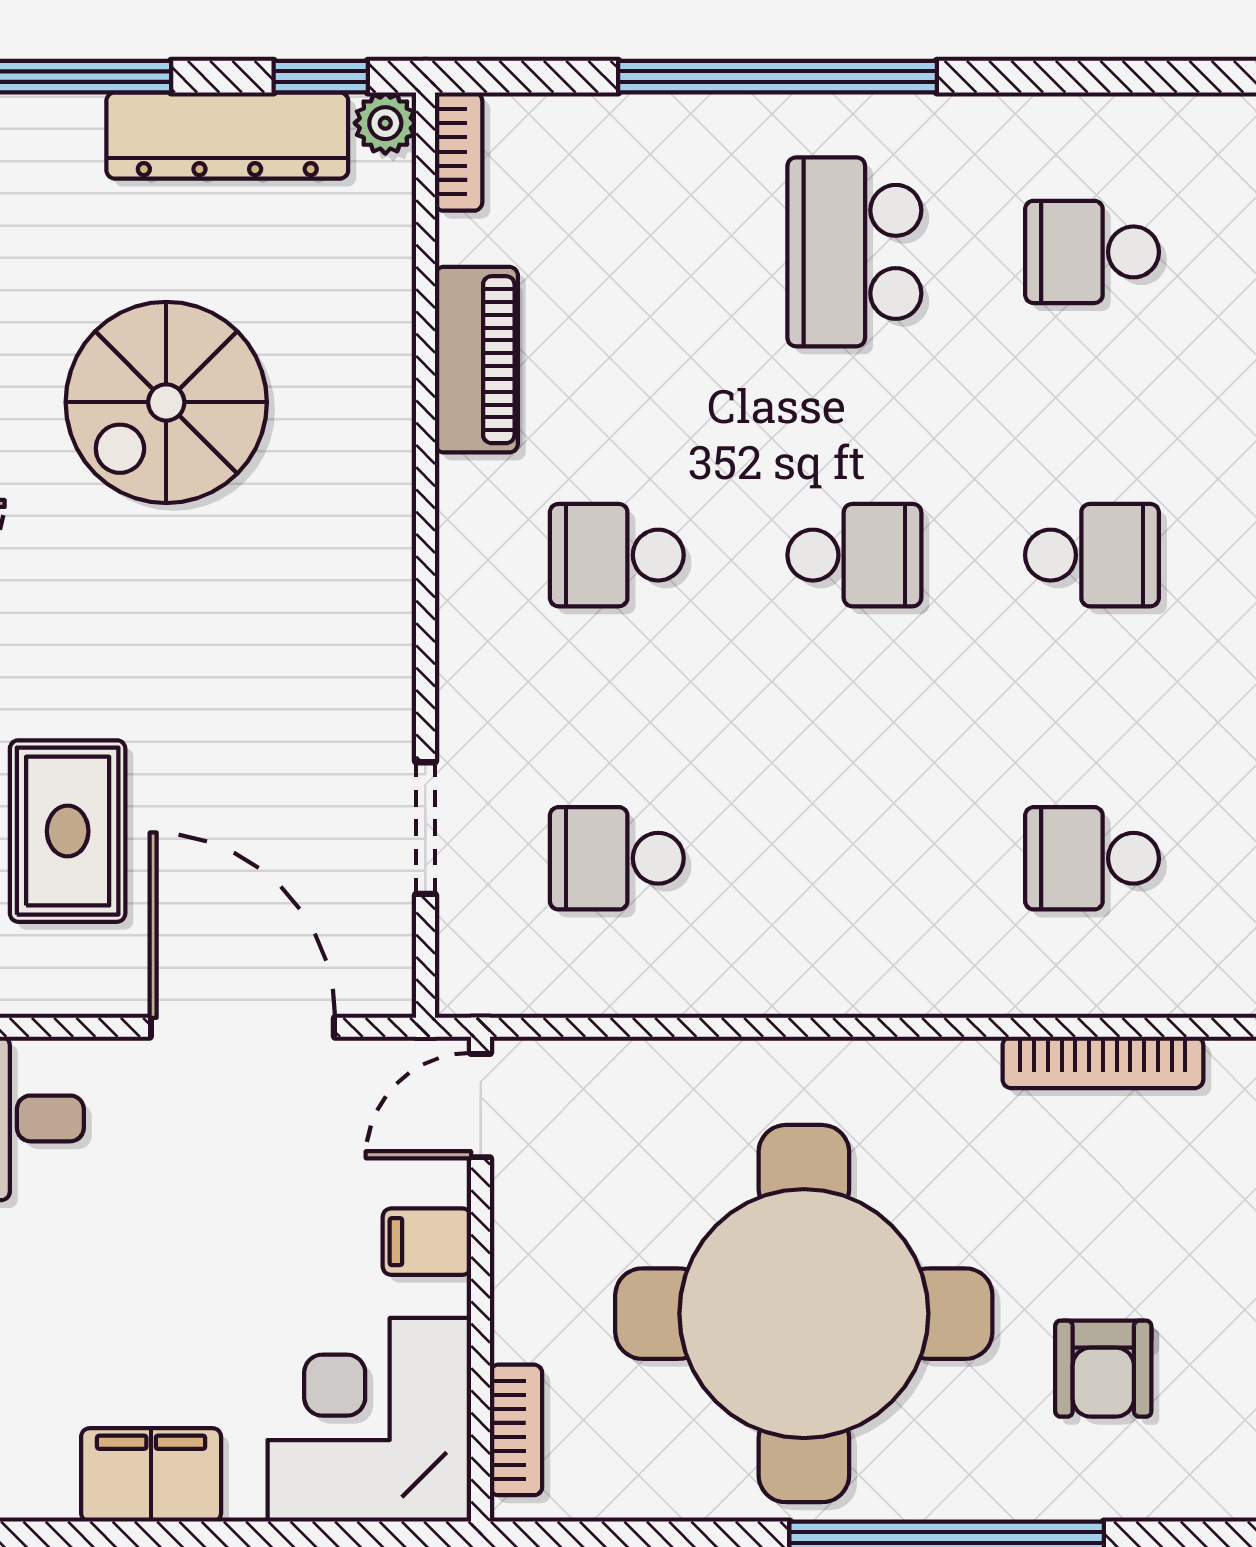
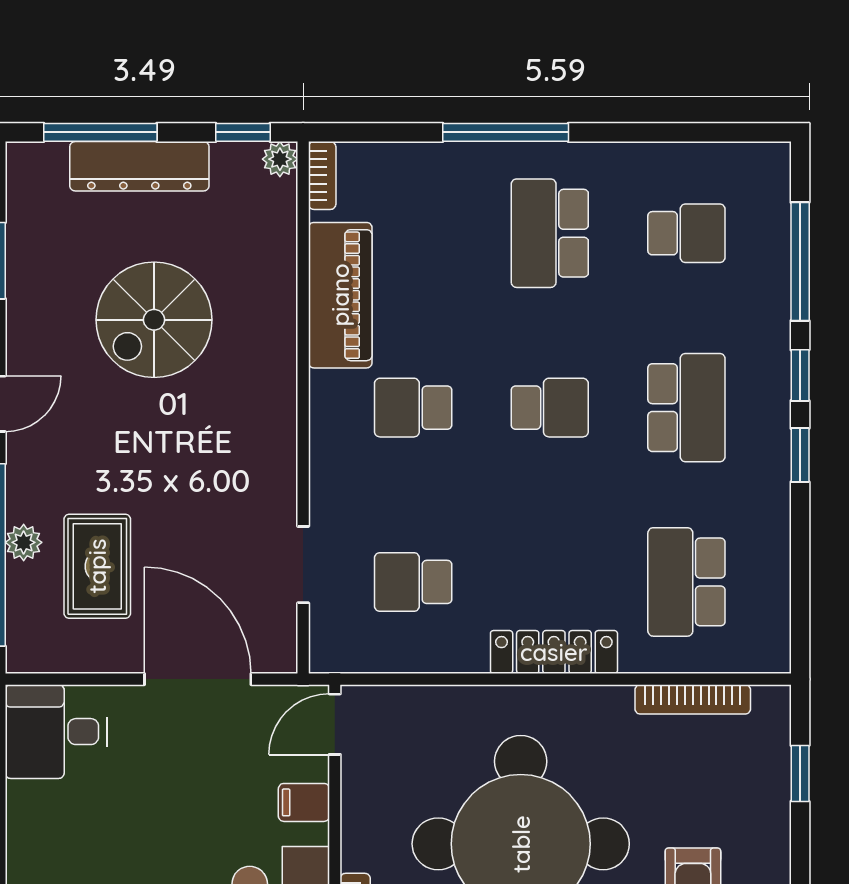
window: (777, 77) -> (506, 132), width x0.68
dresser: (227, 135) -> (139, 166), moved
school desk: (1092, 252) -> (686, 233), turned 180
piano: (476, 360) -> (340, 295), width x1.37, depth x1.33
school desk: (1092, 555) -> (686, 408), width x1.85
school desk: (1092, 858) -> (686, 582), width x1.85
locker: (862, 980) -> (554, 652), added

